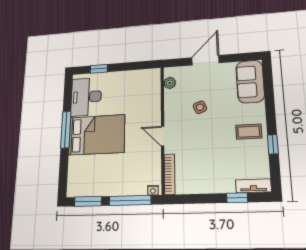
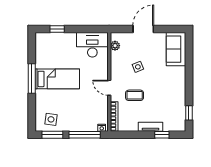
desk: (86, 97) -> (92, 45), moved, turned 90
coffee table: (249, 132) -> (135, 95), moved
bed: (97, 135) -> (57, 79), width x0.67
window: (273, 144) -> (189, 113), moved
side table: (87, 181) -> (51, 119), added
tv unit: (253, 186) -> (150, 127), moved

